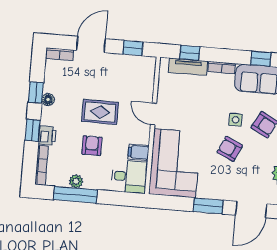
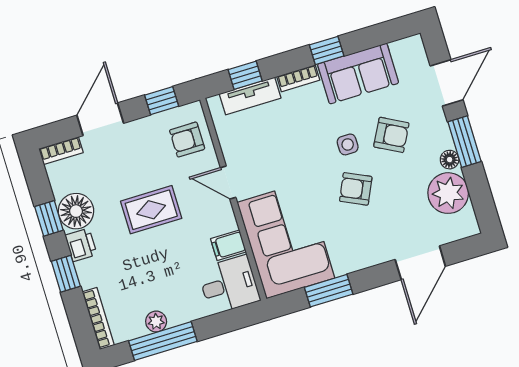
window: (261, 59) -> (327, 50), moved
floor lamp: (48, 100) -> (76, 211), width x1.89, depth x1.89
printer: (47, 135) -> (81, 245), moved
armchair: (92, 146) -> (187, 140), moved, turned -90
window: (208, 206) -> (329, 291), moved

